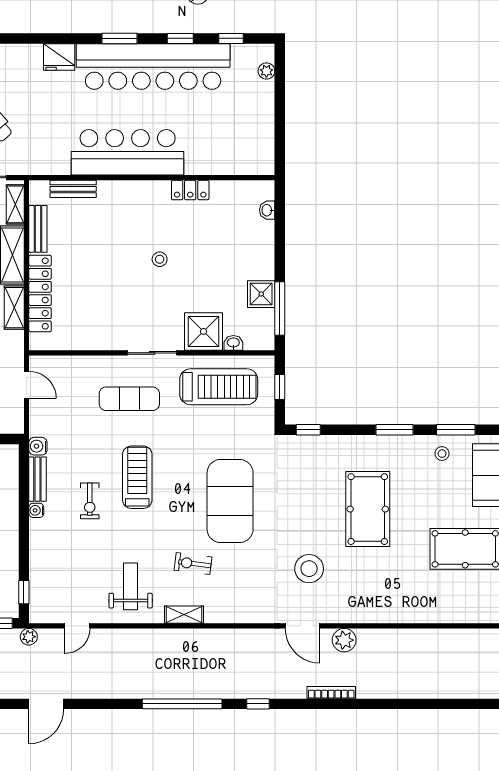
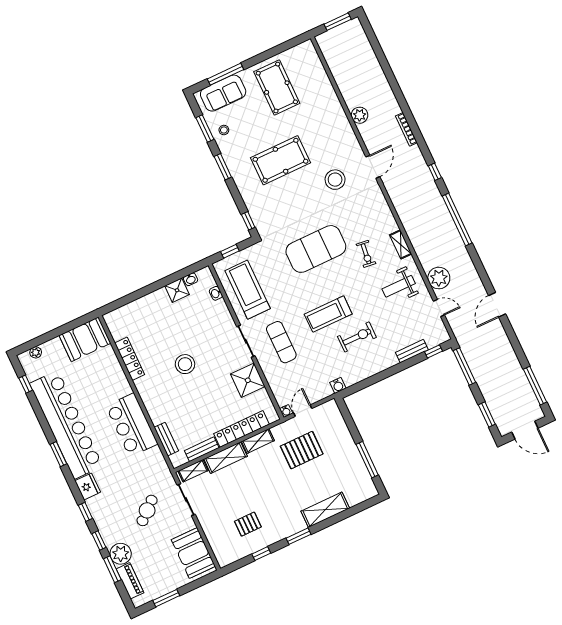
window: (180, 38) -> (85, 512), moved
booth: (253, 144) -> (85, 339), added
bar counter: (128, 152) -> (132, 425), width x0.73
locker: (190, 190) -> (130, 359), width x1.53
washbasin: (267, 210) -> (191, 279), moved
stool: (160, 259) -> (185, 364), width x1.89, depth x1.89
window: (280, 309) -> (181, 274), removed
shower: (204, 331) -> (248, 380), moved
bench: (37, 479) -> (412, 351), moved
exercise bike: (90, 501) -> (357, 337), width x1.38, depth x1.39
water cooler: (36, 510) -> (286, 411), moved
plant: (29, 637) -> (439, 278), moved, width x1.87, depth x1.87
plant: (344, 640) -> (360, 115), moved
door: (46, 704) -> (497, 305), swing flipped

